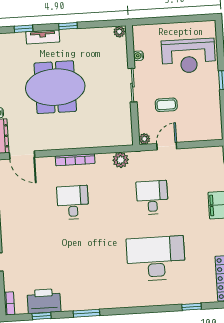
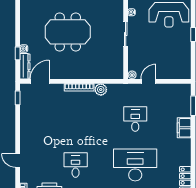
coffee table: (166, 105) -> (150, 50), removed
door: (22, 155) -> (40, 81), swing flipped
plant: (121, 160) -> (101, 90), moved
desk: (73, 202) -> (76, 165), moved

